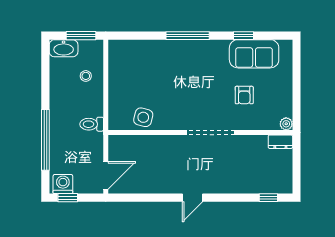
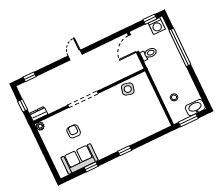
window: (188, 36) -> (125, 151), width x0.46
toilet: (92, 124) -> (149, 54), moved
window: (296, 163) -> (23, 106), added

